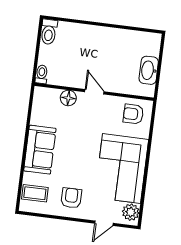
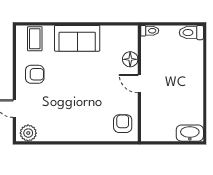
washbasin: (149, 70) -> (190, 133), moved
door: (94, 92) -> (139, 84), swing flipped
corner sofa: (122, 168) -> (69, 119), removed

